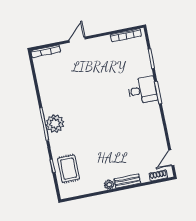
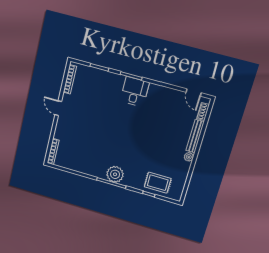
door: (77, 40) -> (58, 108), moved
desk: (142, 90) -> (135, 92), moved
bench: (127, 181) -> (195, 136), width x1.36

